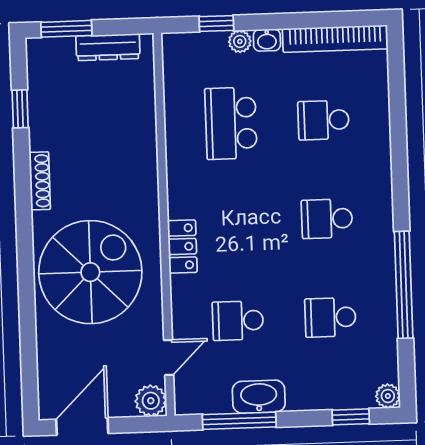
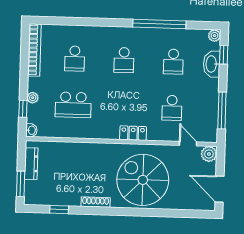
washbasin: (267, 40) -> (31, 130), moved
washbasin: (259, 397) -> (212, 64), moved

